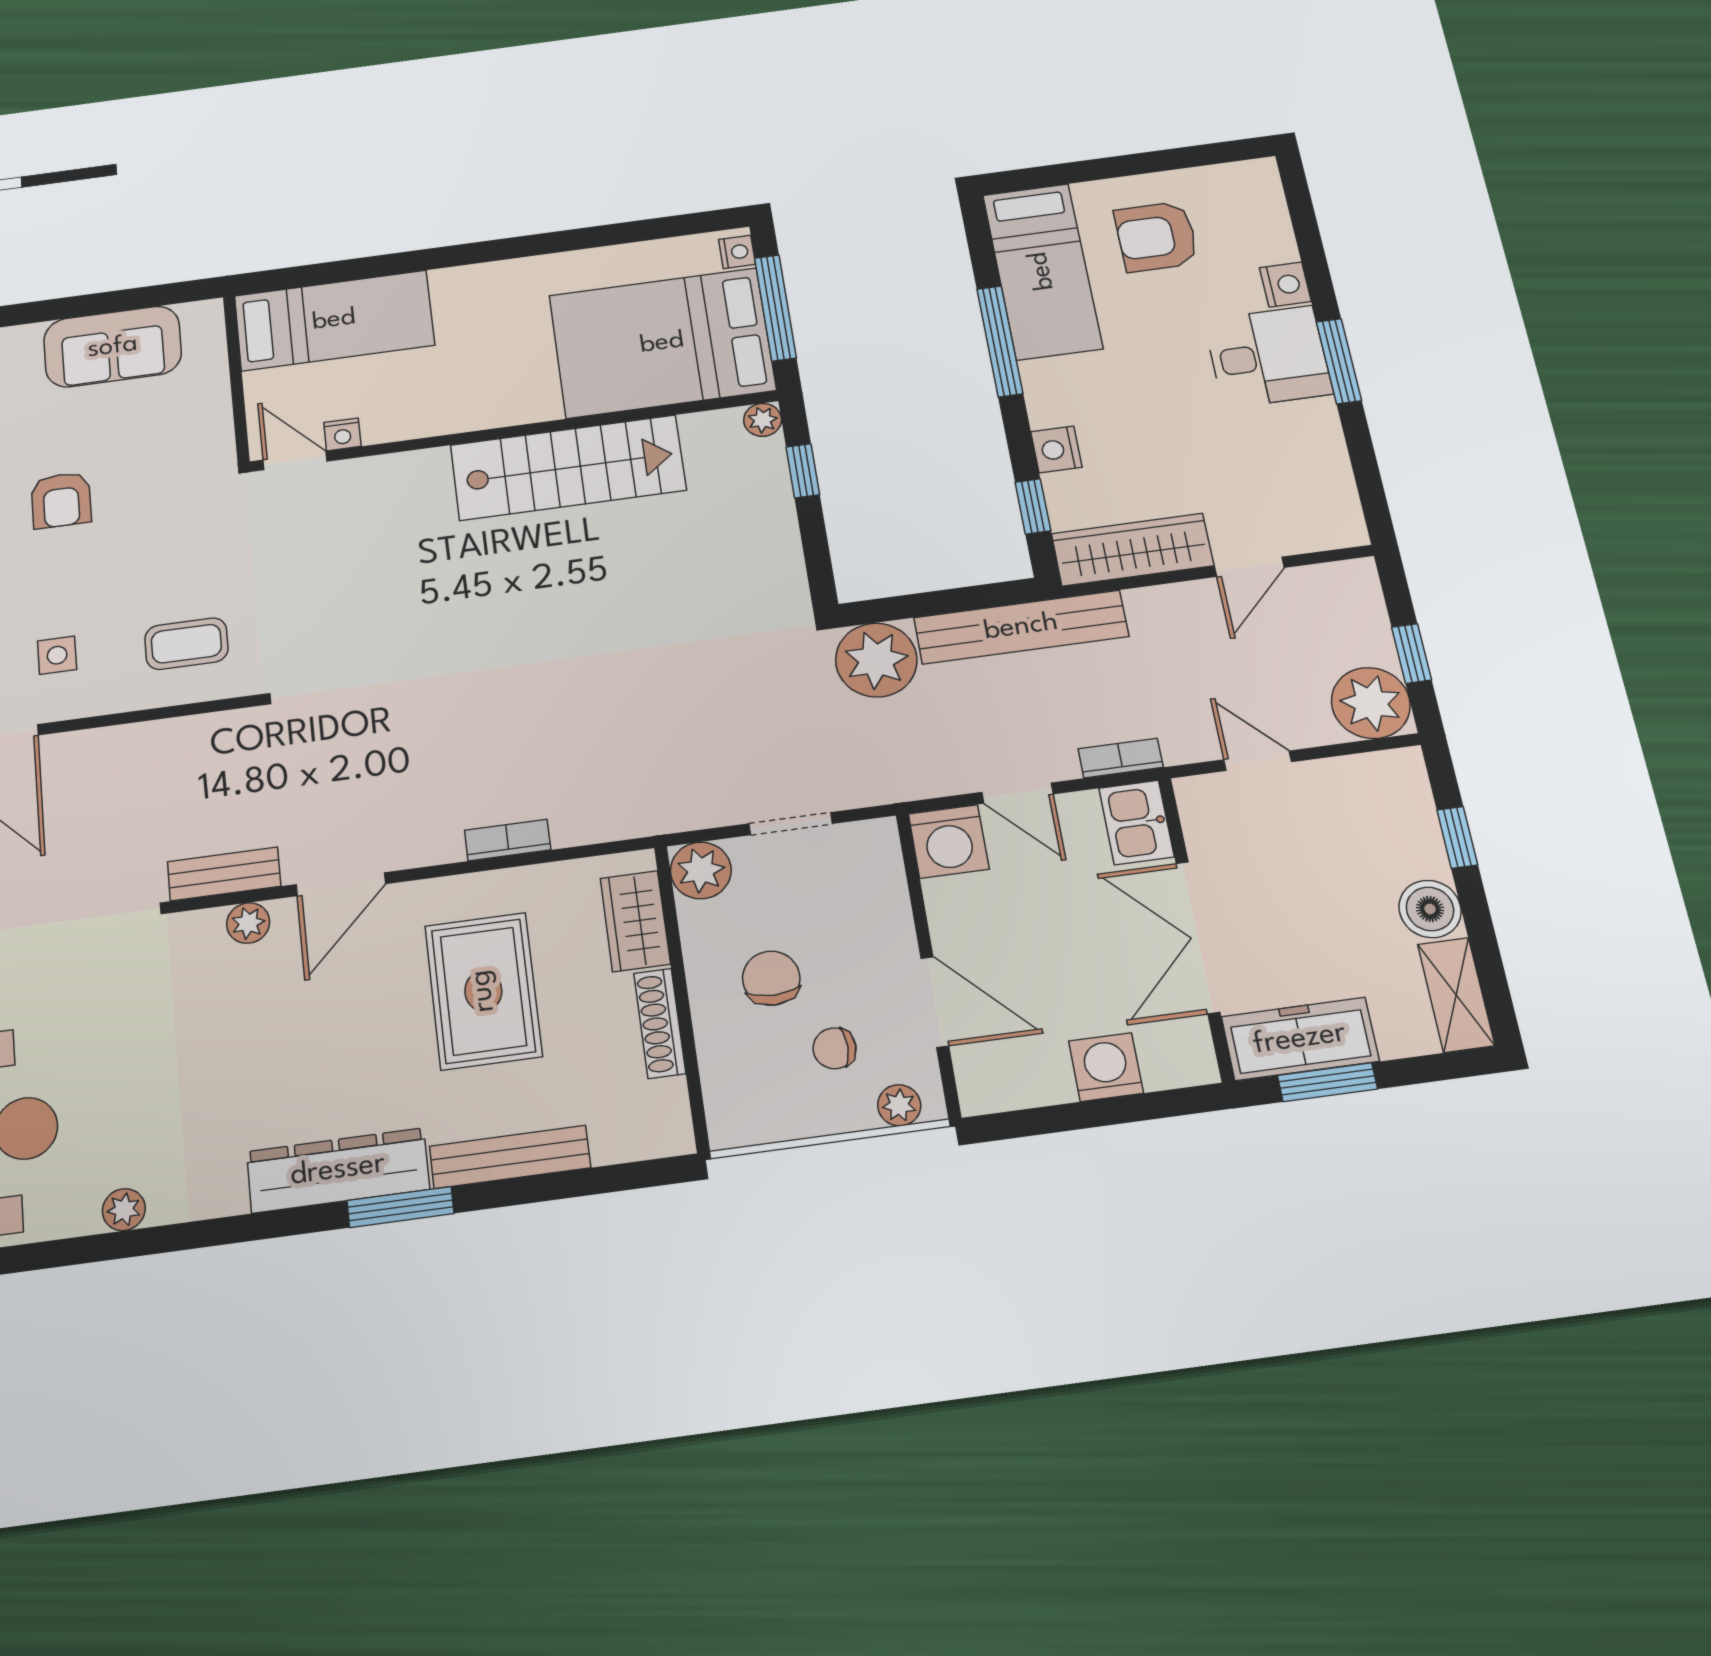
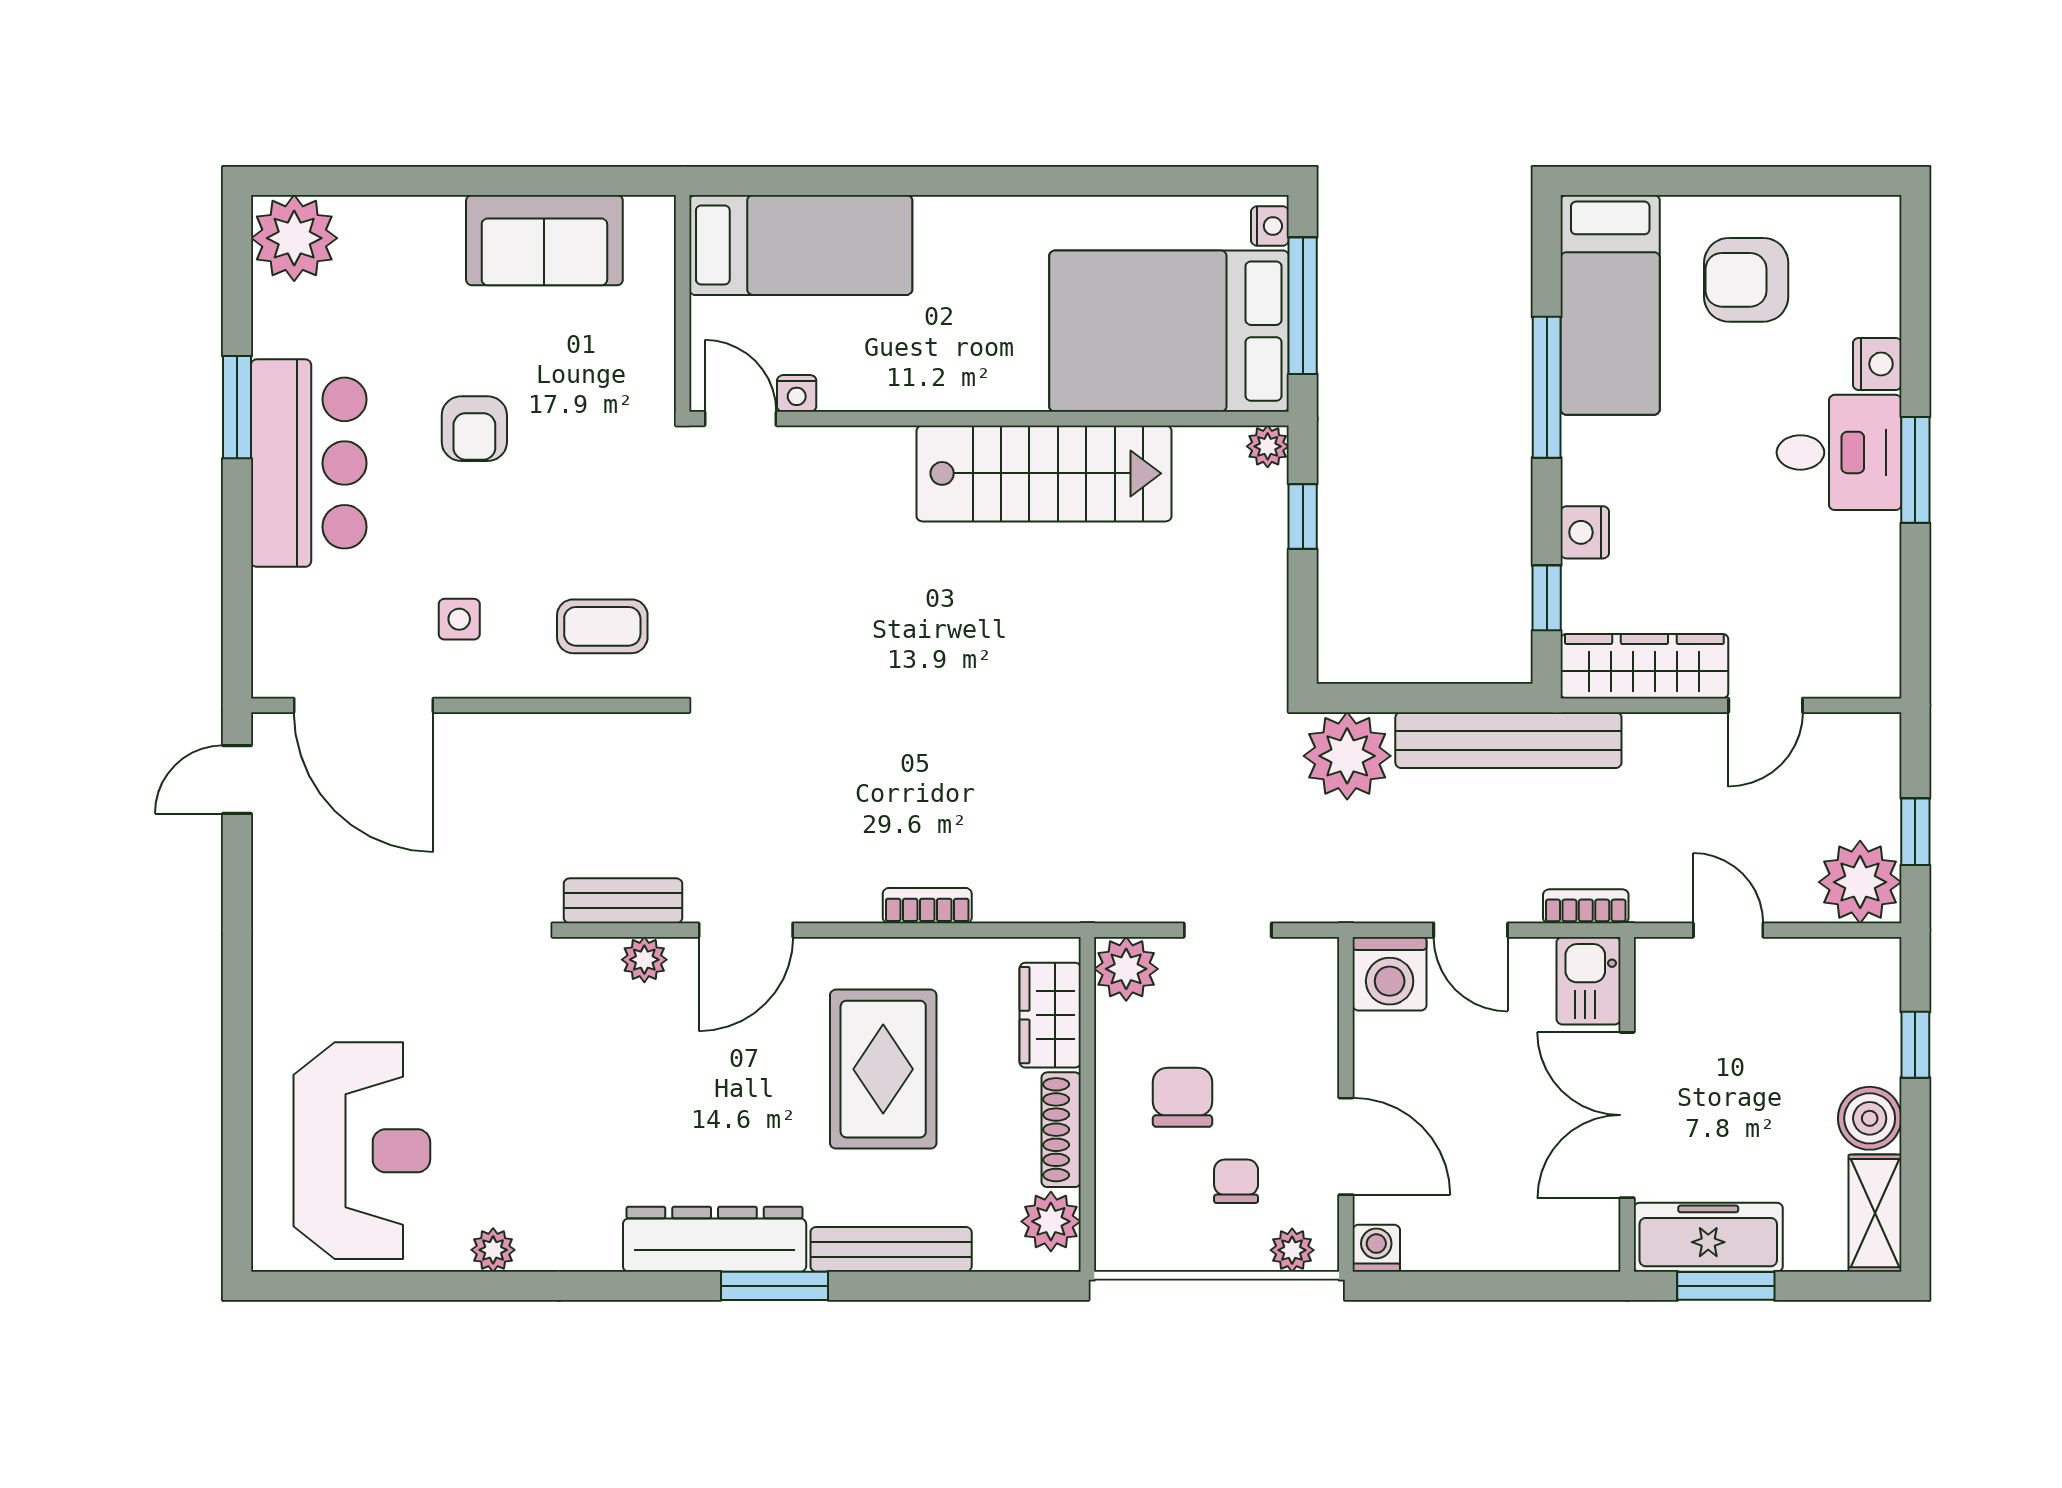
chair: (835, 1048) -> (1236, 1181), turned 90
washing machine: (1106, 1067) -> (1376, 1248), moved, width x0.73, depth x0.73
plant: (661, 1110) -> (1051, 1221), added

